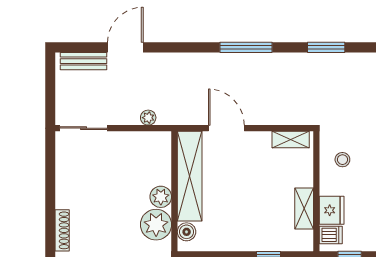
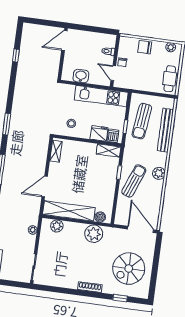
plant: (161, 197) -> (57, 226), moved
shelving: (304, 208) -> (109, 150), moved

